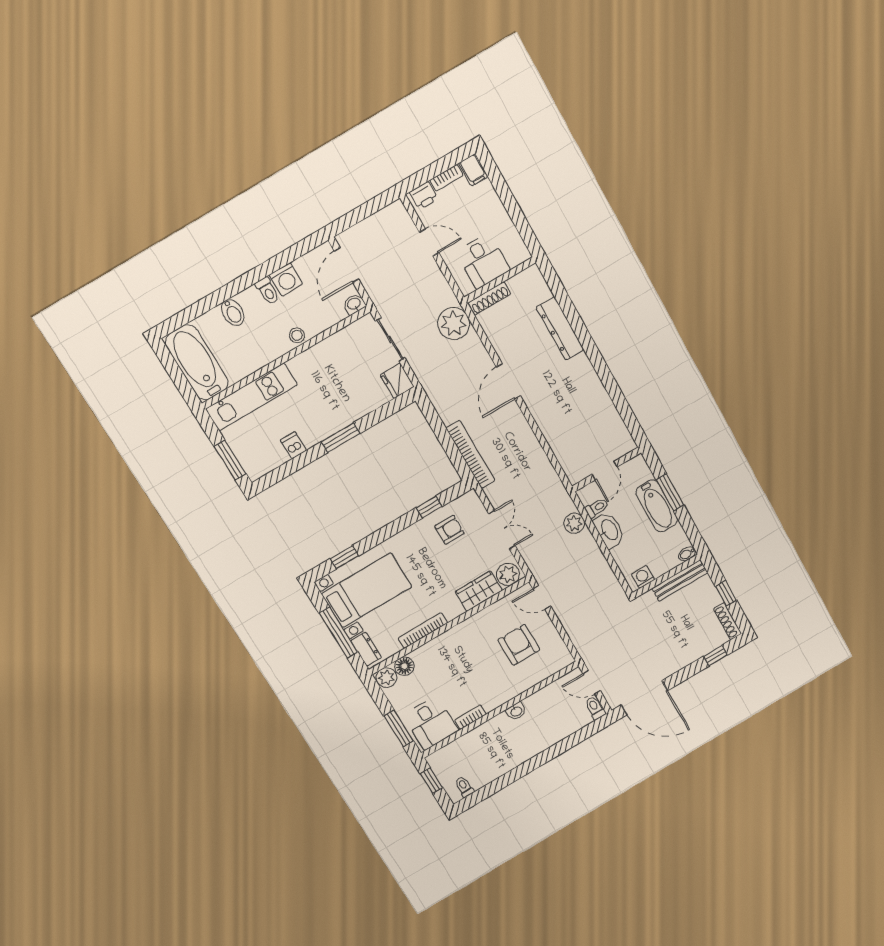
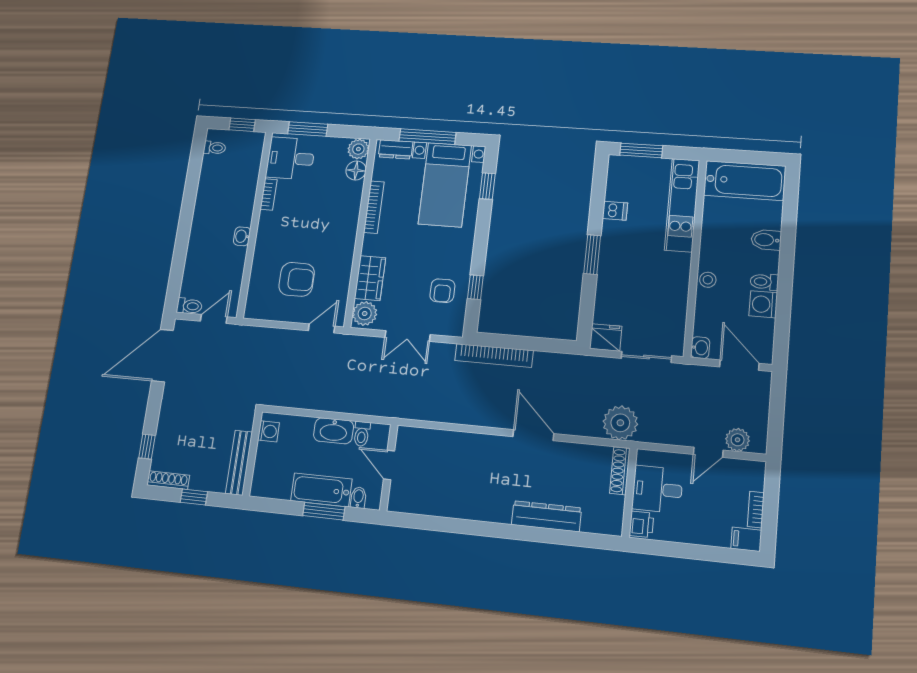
printer: (424, 196) -> (641, 524), moved, turned 180
plant: (574, 523) -> (738, 440), moved
bidet: (687, 554) -> (358, 498), moved

